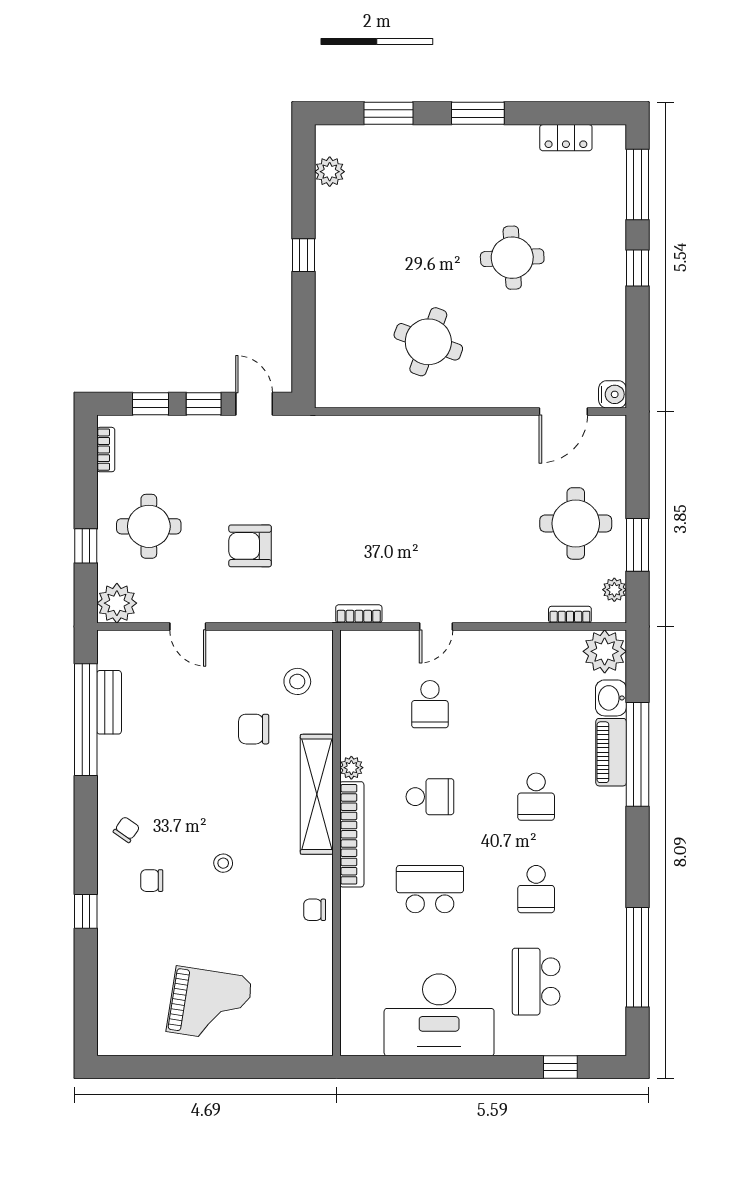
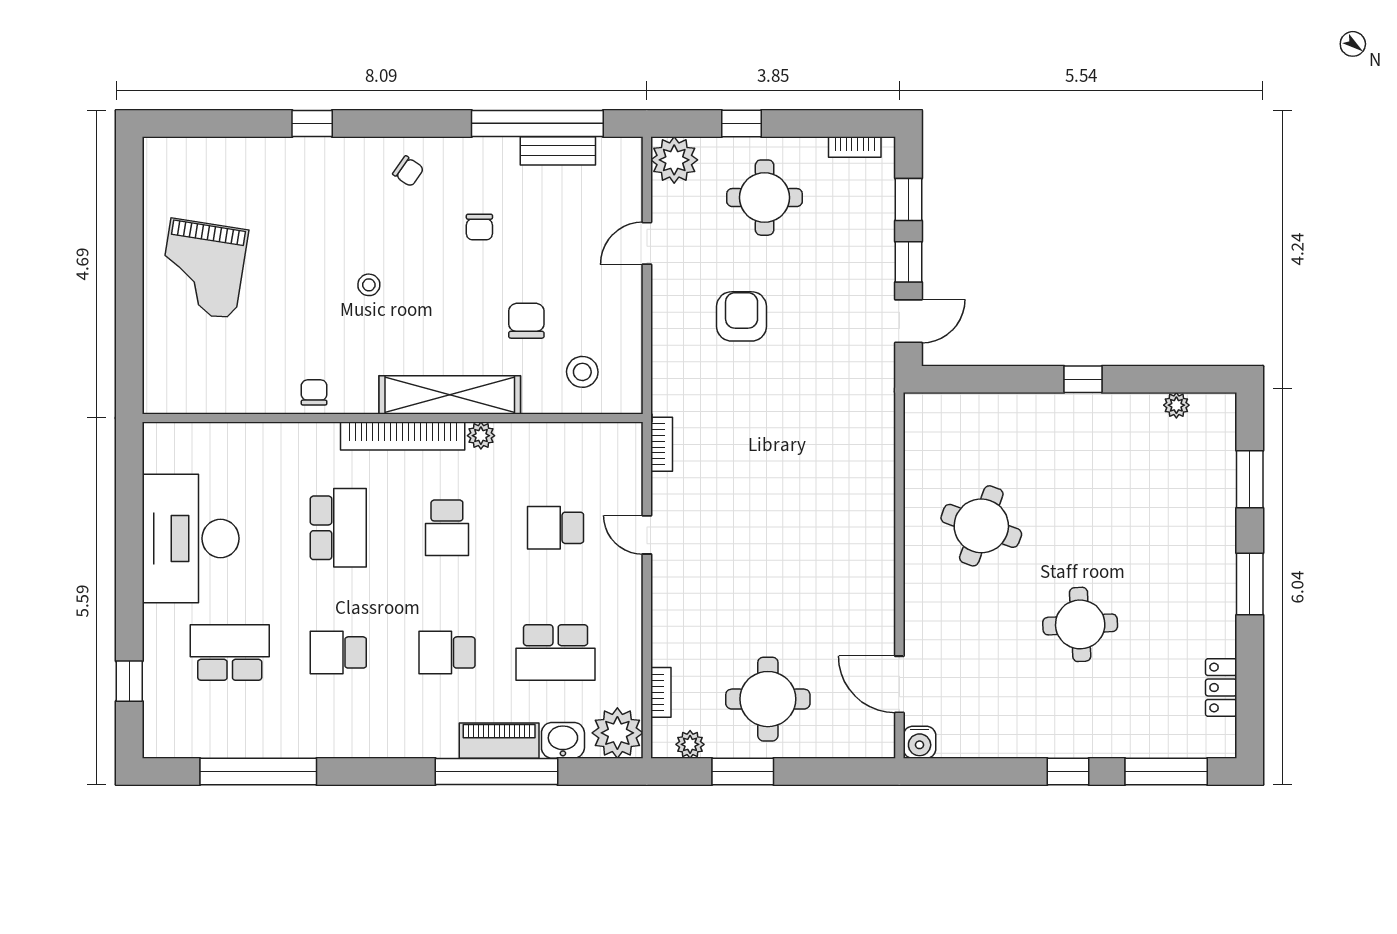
plant: (330, 172) -> (1176, 405), width x0.73, depth x0.73
school desk: (536, 704) -> (556, 652), added
chair: (152, 881) -> (479, 227), moved, turned 180

